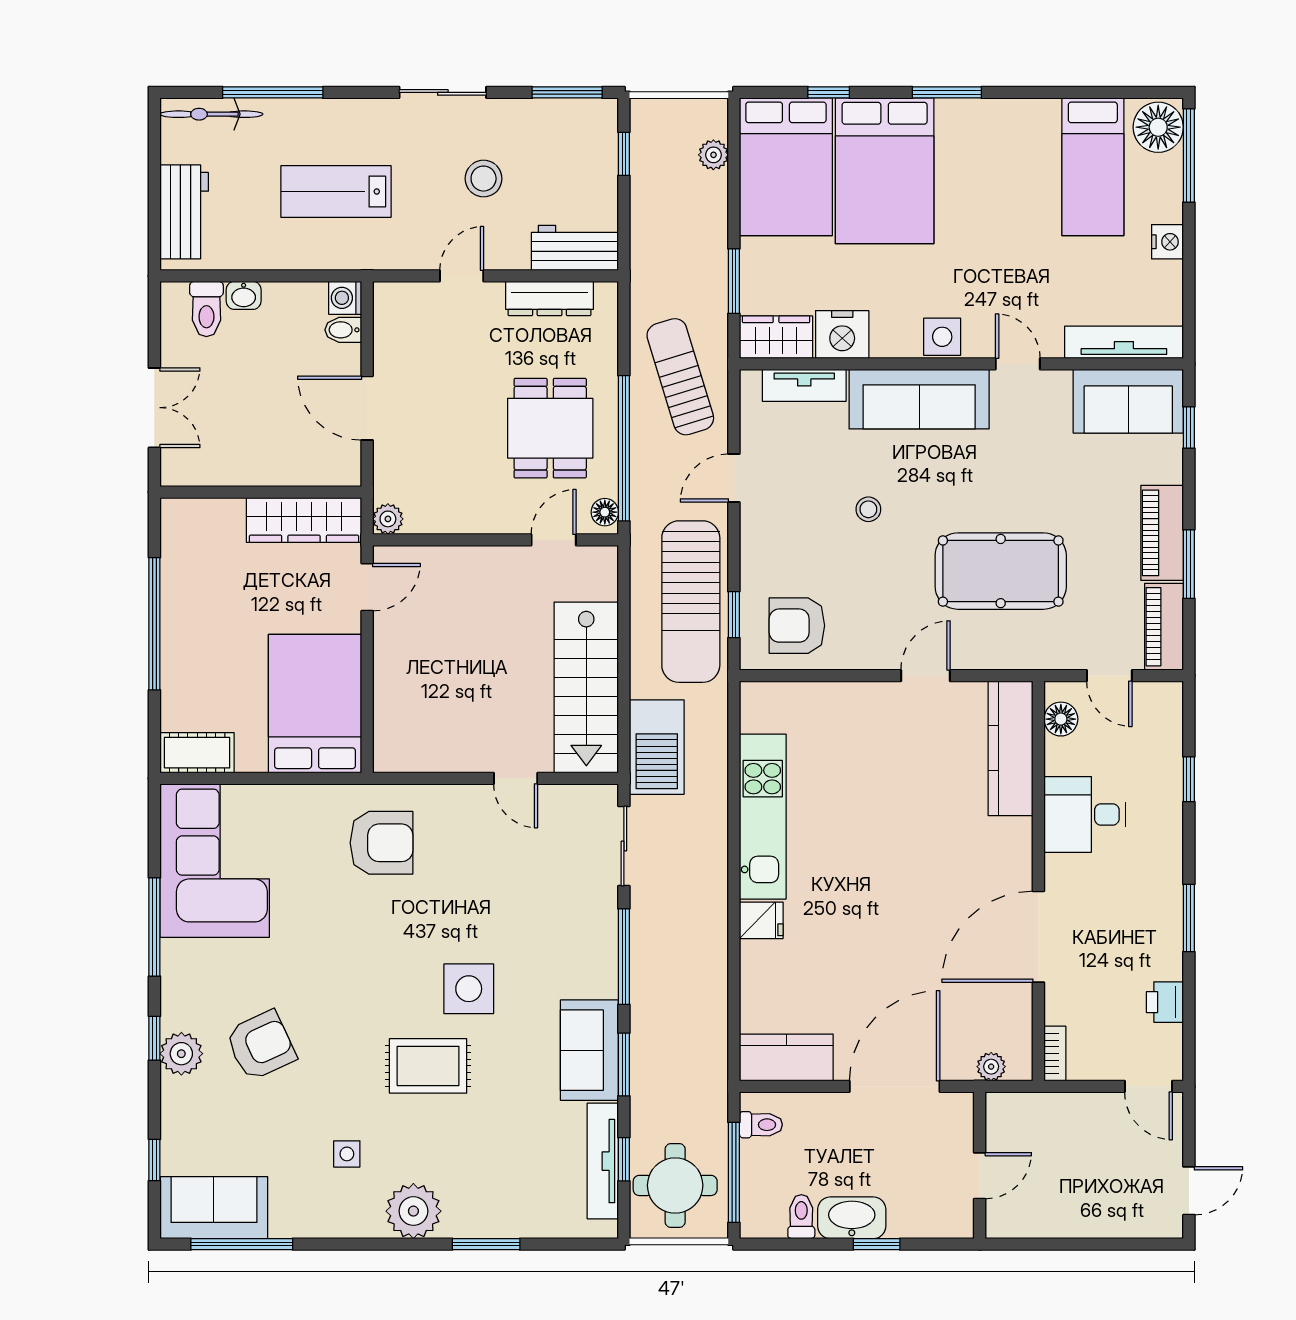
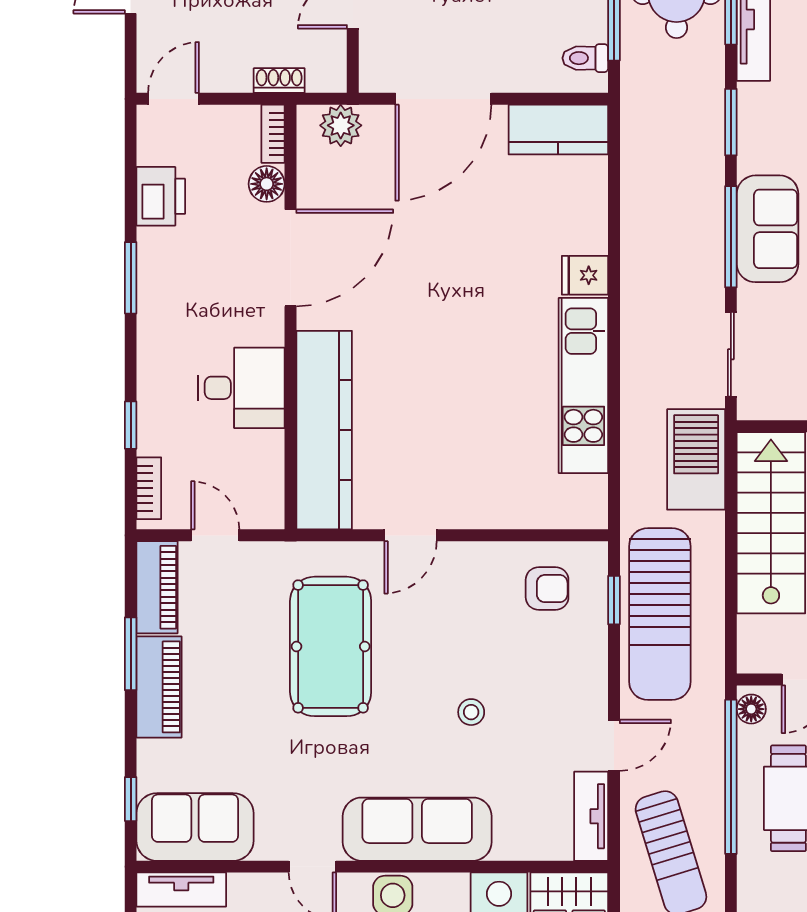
tv unit: (1124, 342) -> (181, 890), width x0.71
tv unit: (804, 385) -> (591, 816), moved, turned -90
pool table: (1001, 571) -> (331, 646), turned 90
sun lounger: (691, 602) -> (660, 614), turned 180
armchair: (797, 626) -> (547, 589), width x0.72, depth x0.72
floor lamp: (1061, 719) -> (267, 184), moved
bookcase: (1172, 720) -> (149, 488), added
kitchen counter: (1010, 748) -> (324, 430), width x1.39, depth x1.17
printer: (1165, 1002) -> (161, 196), width x1.36, depth x1.24
sofa: (589, 1050) -> (768, 229), moved
plant: (991, 1067) -> (341, 125), width x1.38, depth x1.38
door: (1148, 1086) -> (174, 99), hinge flipped
shoe rack: (1049, 1104) -> (279, 81), added

